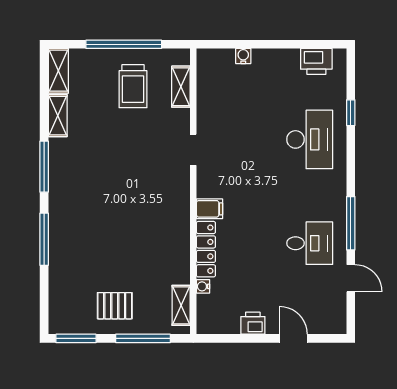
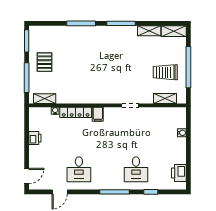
desk: (310, 139) -> (136, 169), width x0.73
window: (351, 223) -> (114, 192), moved
door: (293, 338) -> (27, 176), moved

